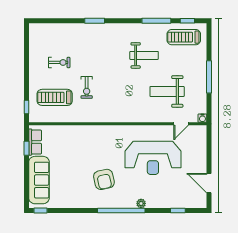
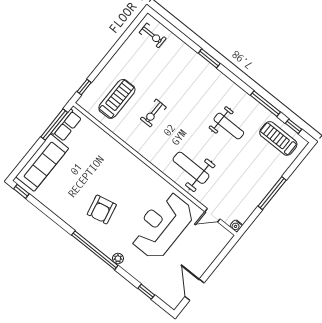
exercise bike: (59, 62) -> (153, 35), moved
weight bench: (167, 91) -> (191, 168), moved
treadmill: (55, 97) -> (117, 99), turned 90
window: (26, 148) -> (54, 125), width x2.17
reception desk: (153, 158) -> (162, 226), turned 90

